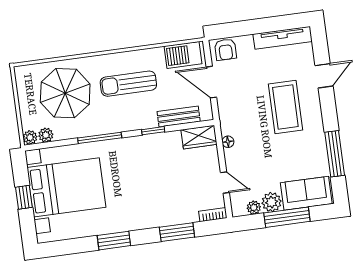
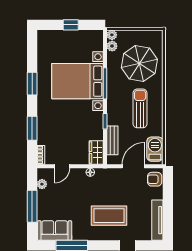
bed with nightstands: (66, 187) -> (77, 81), moved, turned 90
sofa: (306, 193) -> (55, 231), moved, turned -90
plant: (272, 202) -> (44, 197), removed

